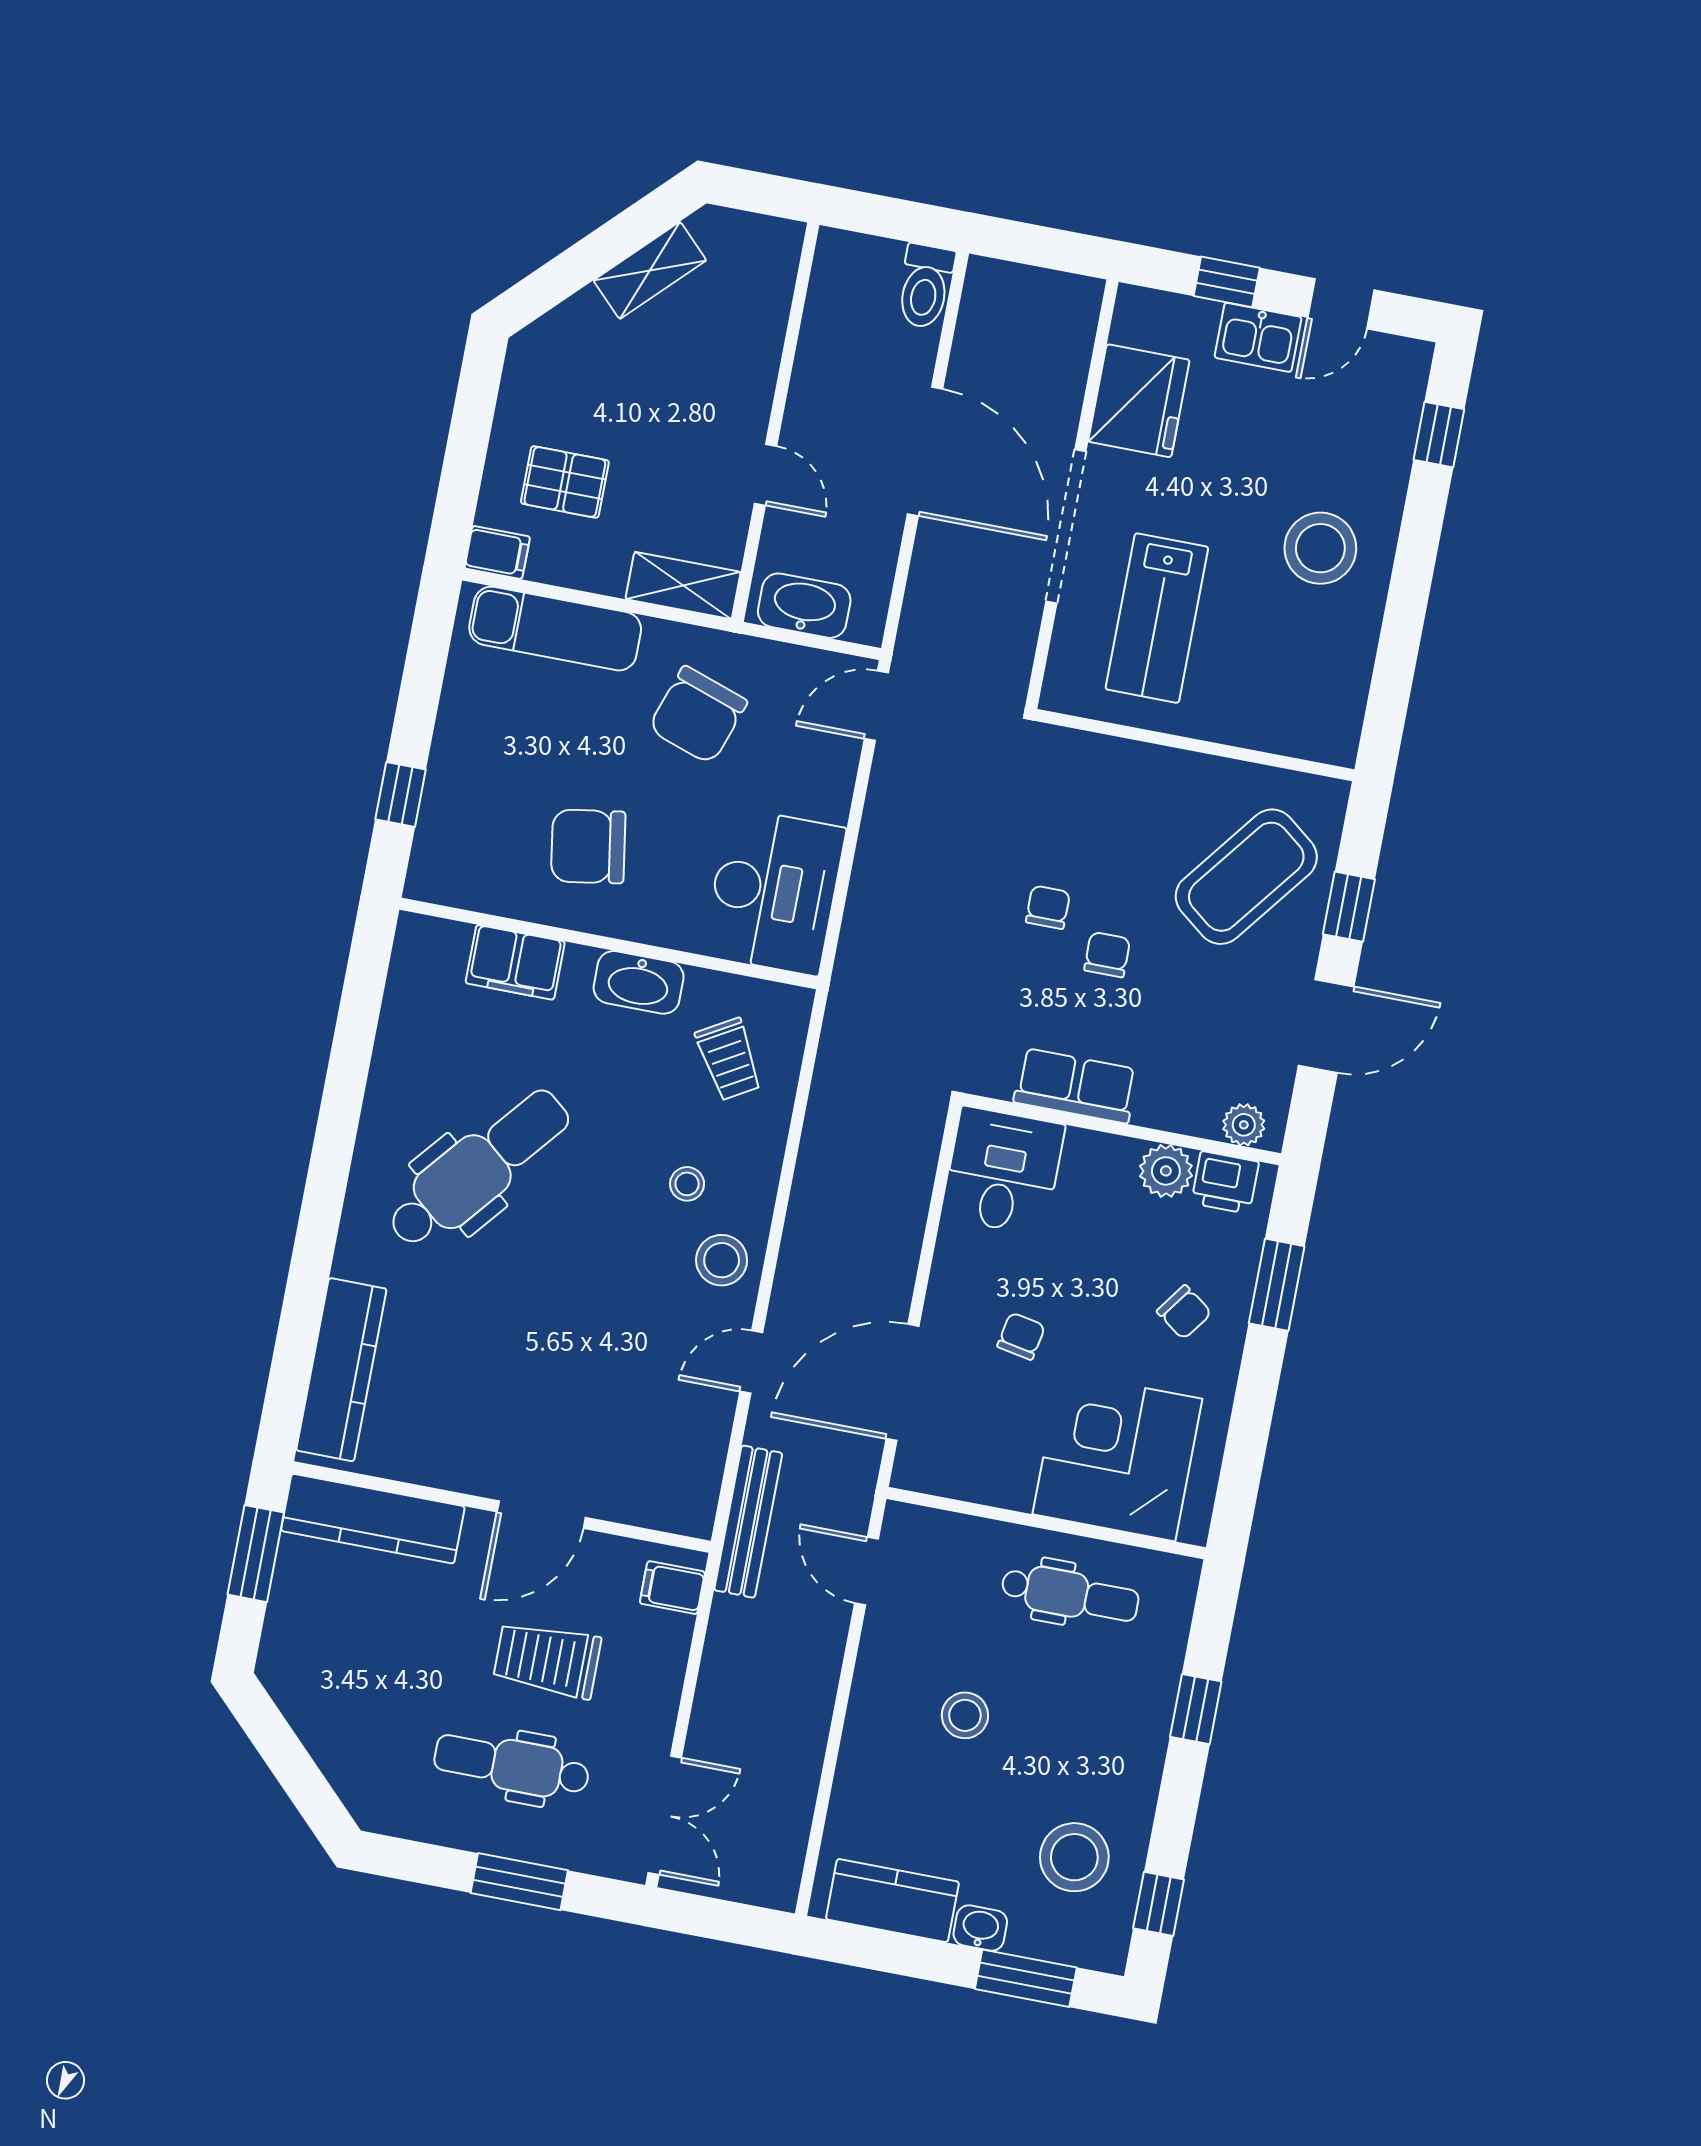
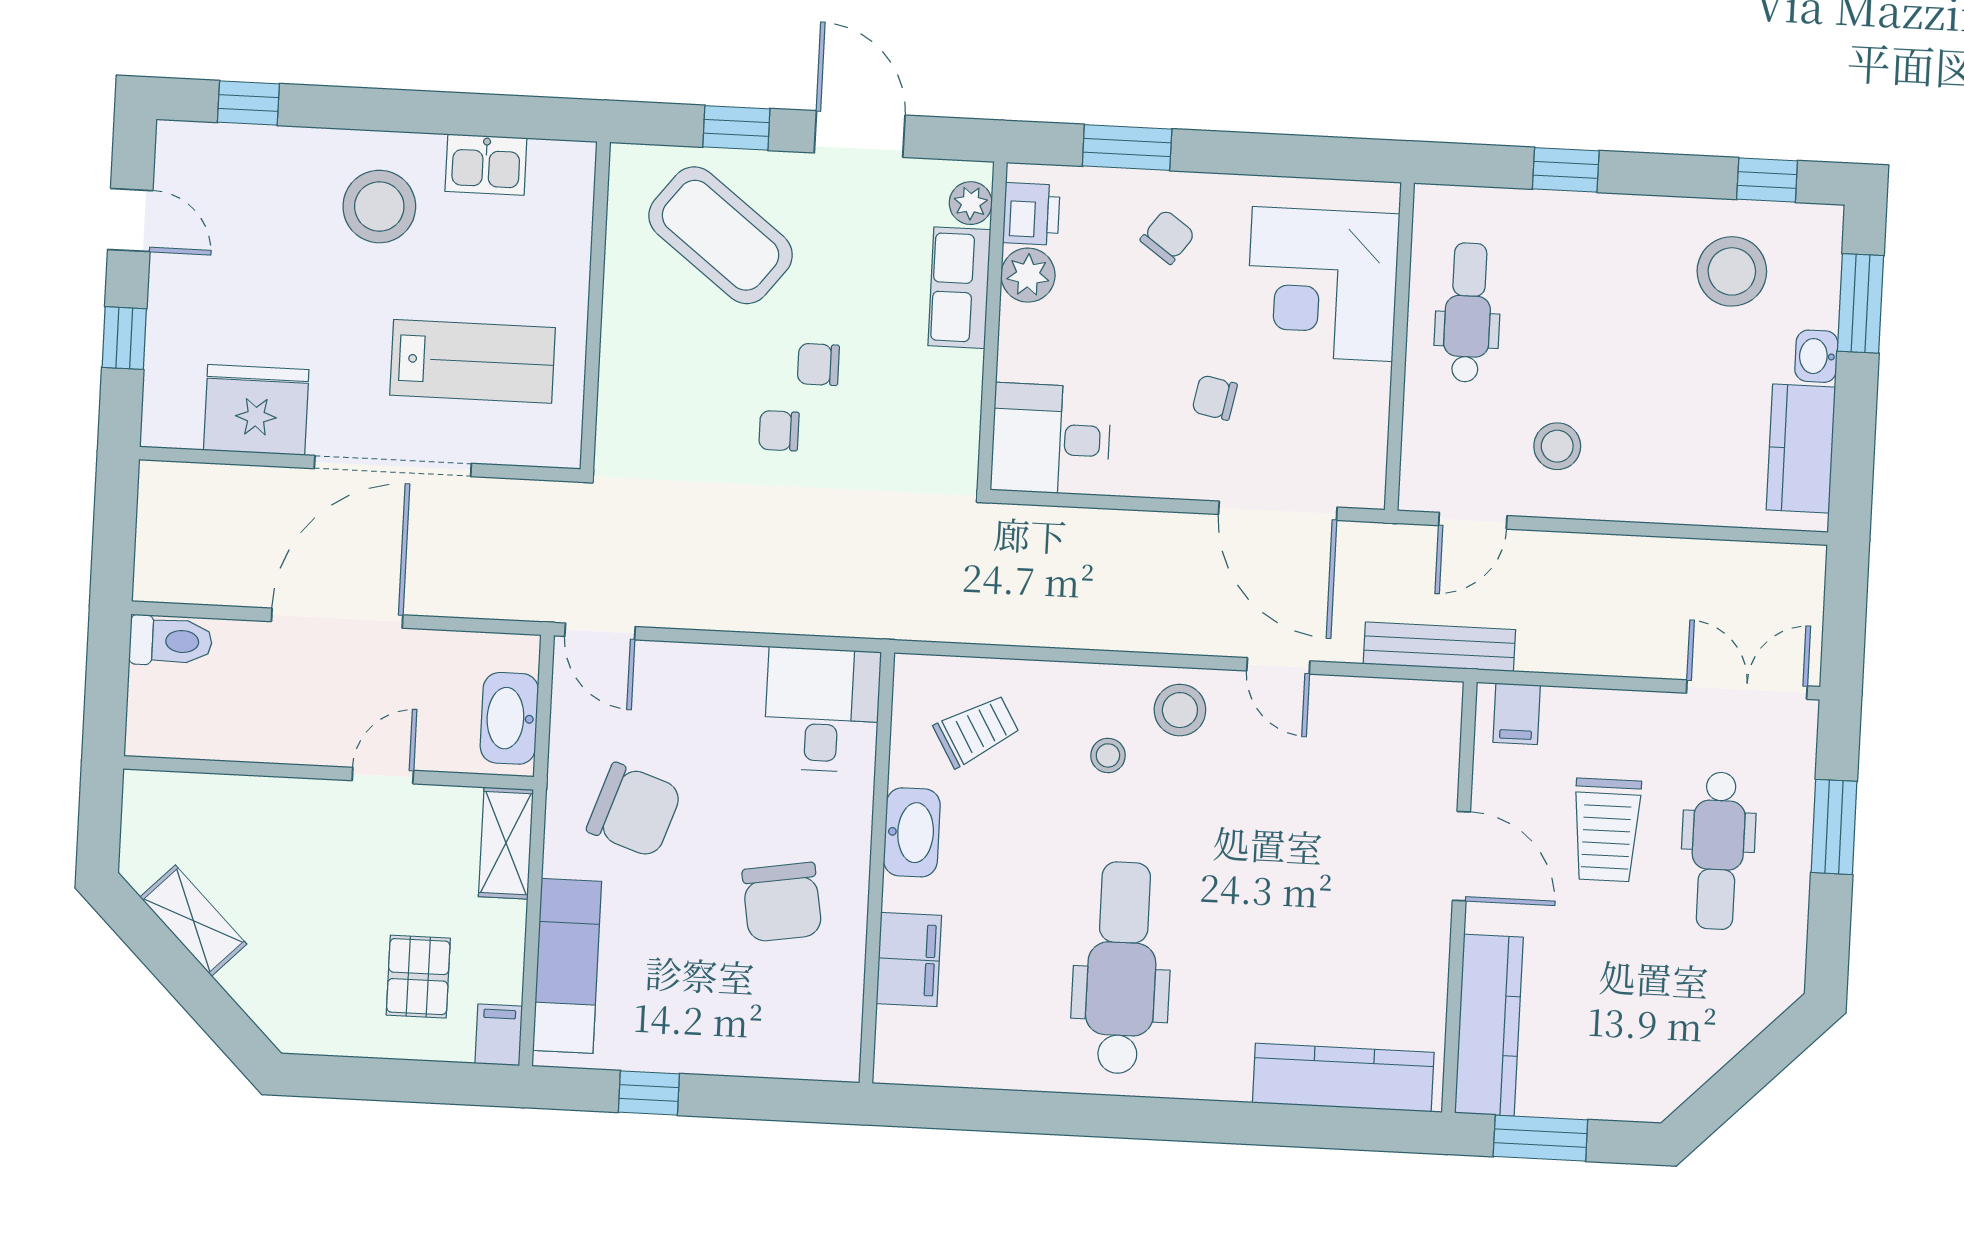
kitchen sink: (1258, 337) -> (486, 165), moved, turned 90
window: (401, 794) -> (649, 1093), moved
desk: (774, 891) -> (822, 710), width x0.73
row of seats: (1076, 1086) -> (959, 288), moved
dental chair: (478, 1169) -> (1122, 968), turned 50
stool: (965, 1715) -> (1557, 446), moved

